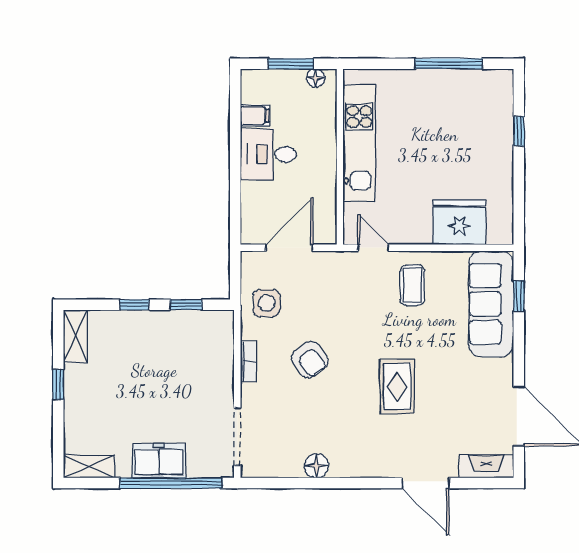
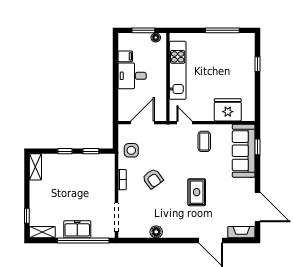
window: (58, 385) -> (27, 216), moved

